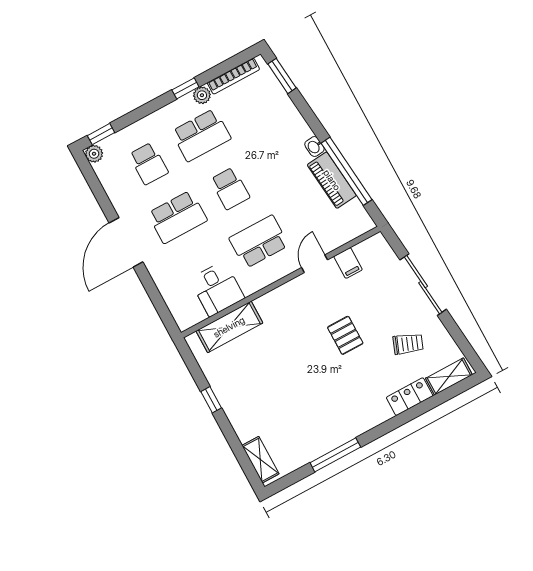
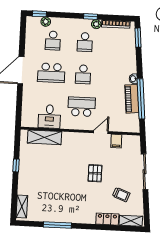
school desk: (201, 135) -> (85, 42), width x0.54
plant: (94, 154) -> (46, 22), moved

